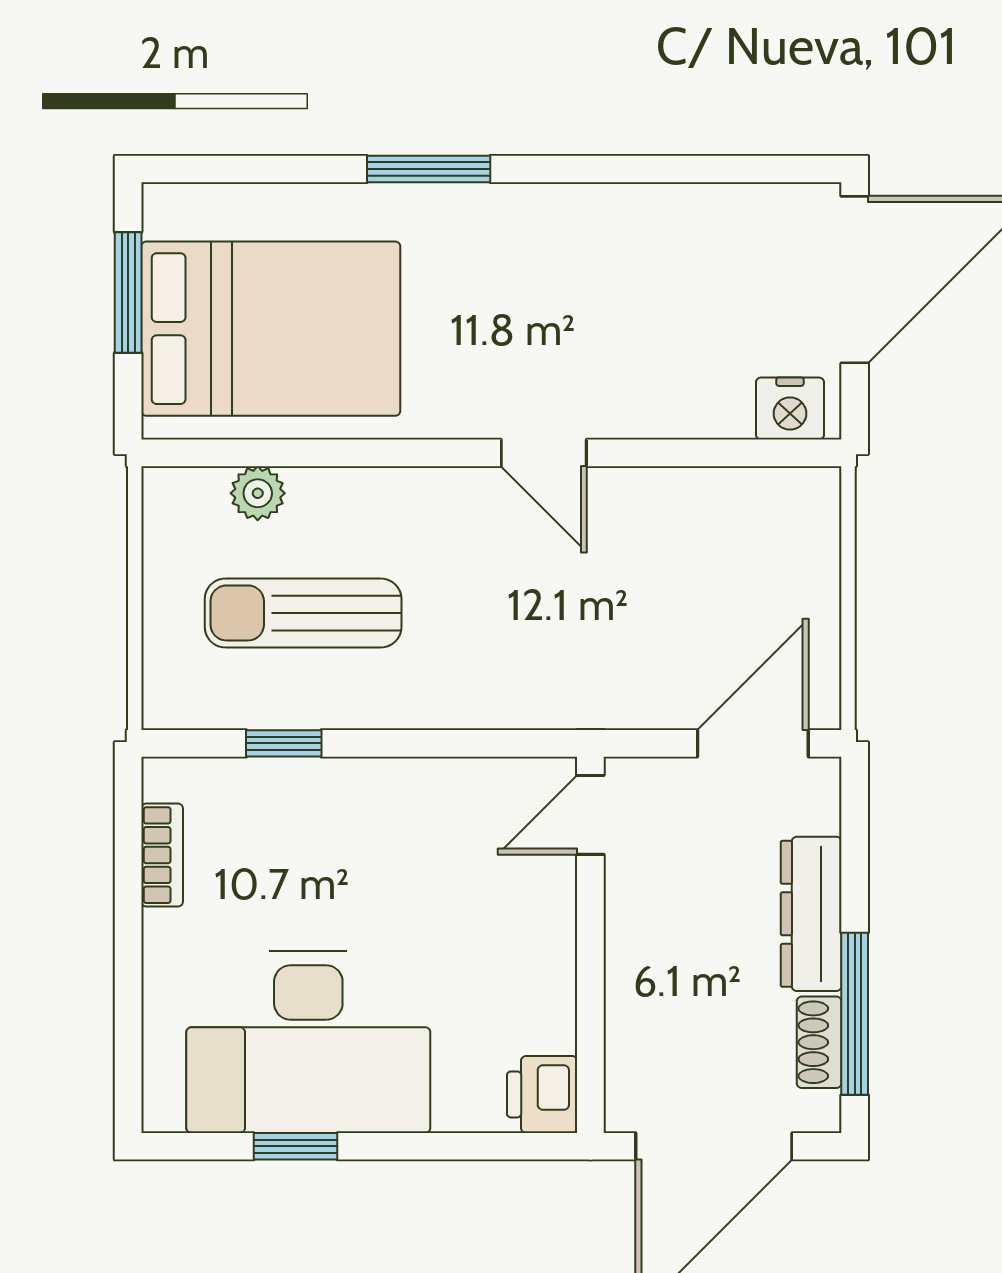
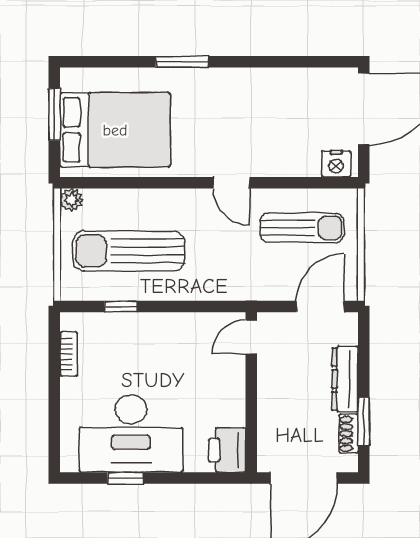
plant: (258, 493) -> (71, 200), moved
sun lounger: (710, 559) -> (302, 228), added
sun lounger: (303, 613) -> (129, 251), width x1.36, depth x1.34
window: (855, 1014) -> (364, 422), width x0.69
printer: (542, 1094) -> (227, 450), width x1.36, depth x1.24

